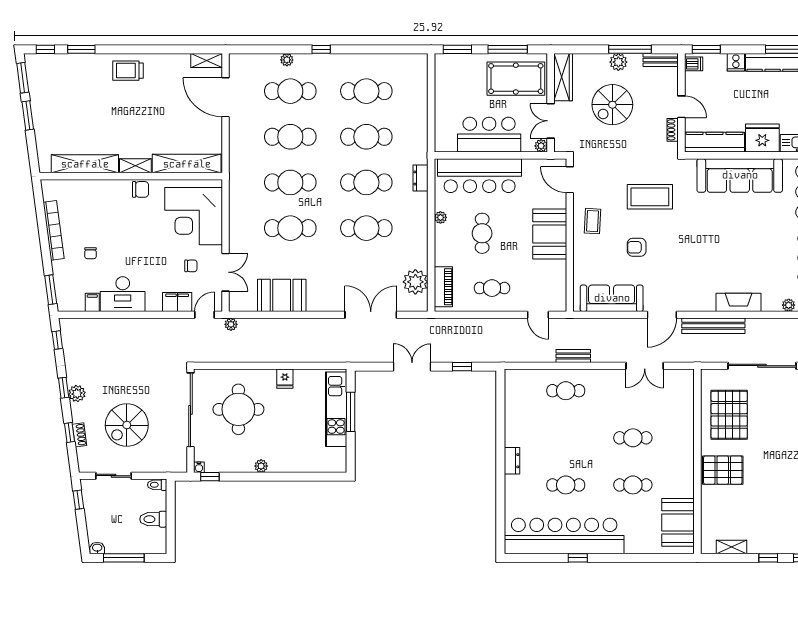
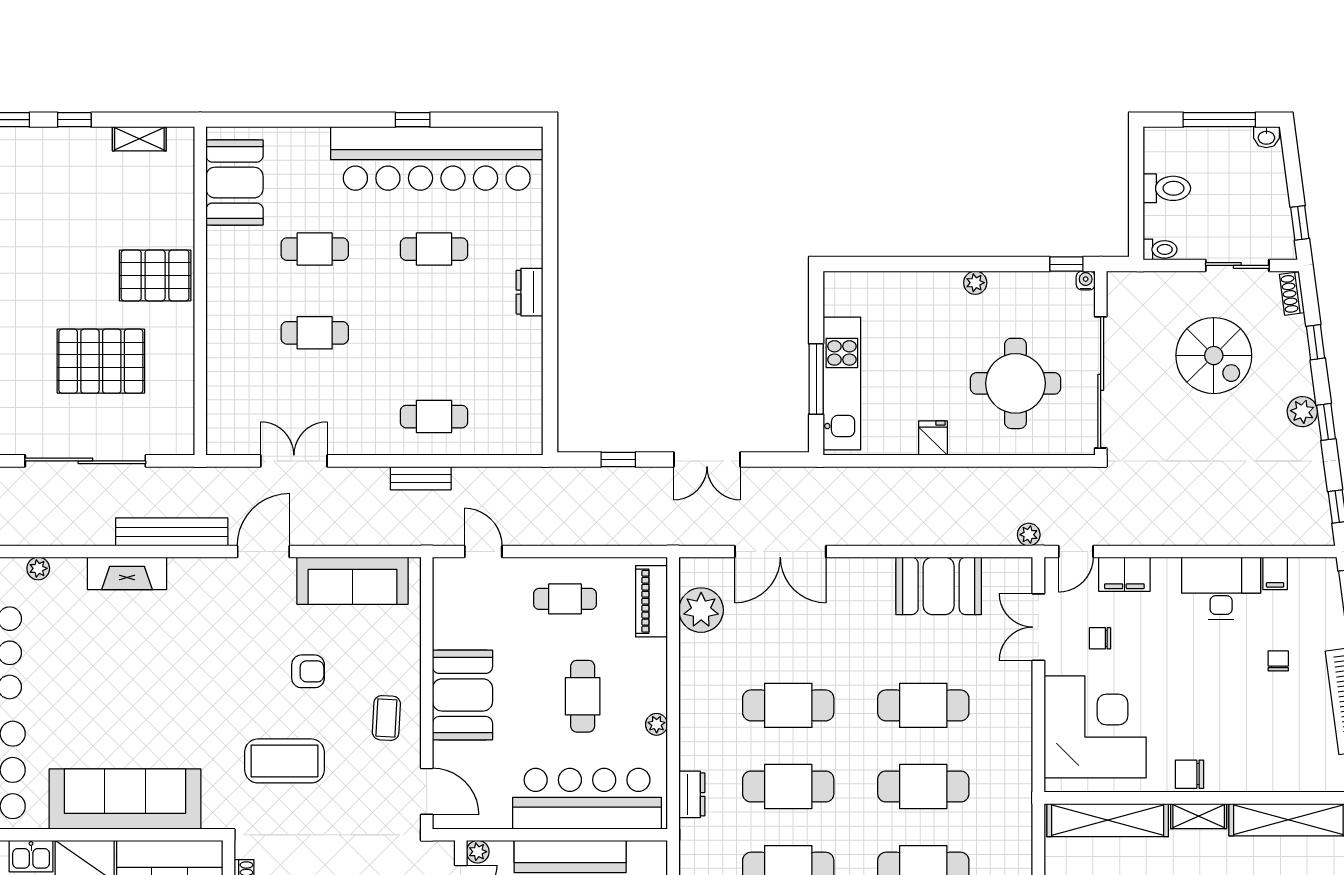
pallet: (729, 415) -> (101, 361), moved, turned 90
spiral stairs: (127, 425) -> (1214, 356), turned 90
shoe rack: (80, 435) -> (1292, 294), moved

